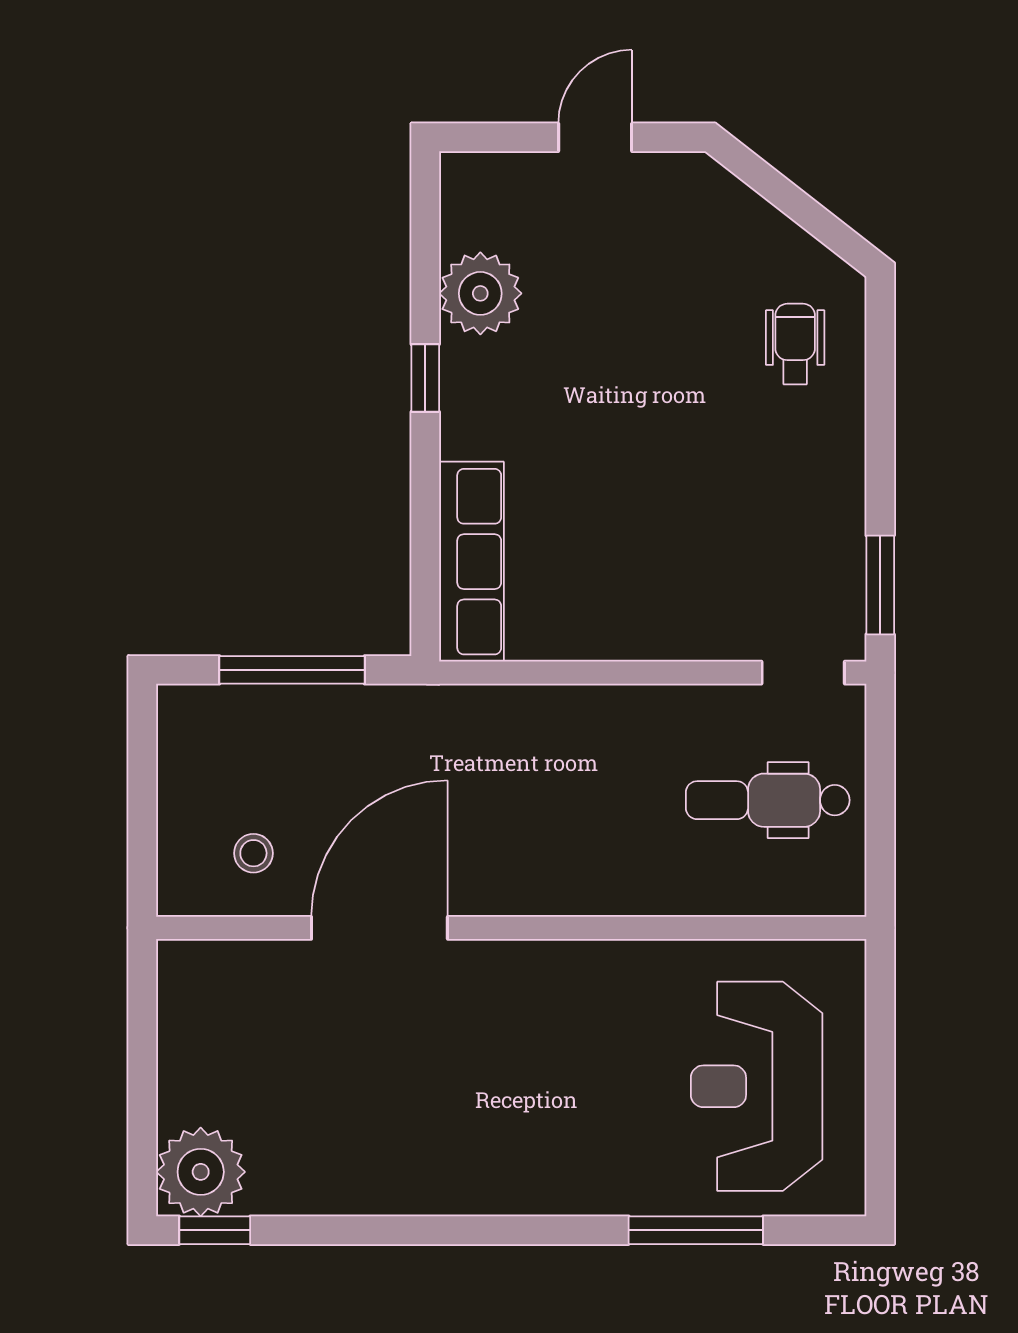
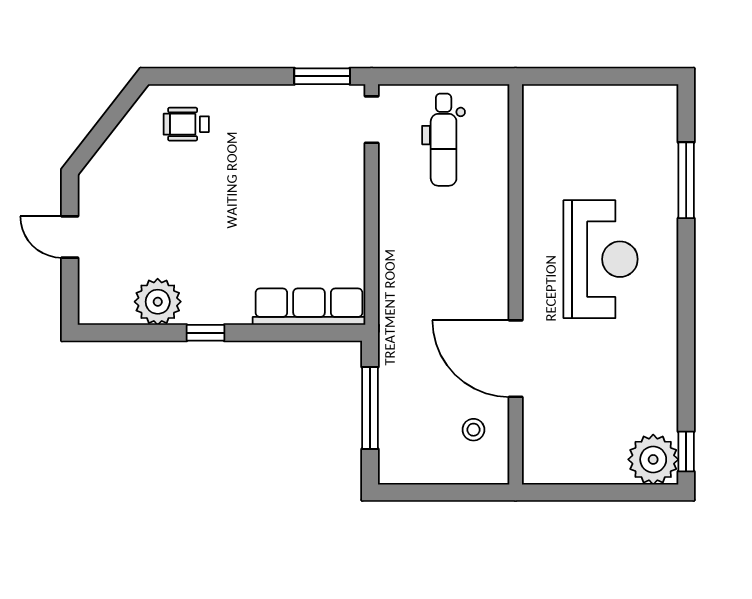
reception desk: (757, 1086) -> (601, 259), moved, turned -90

